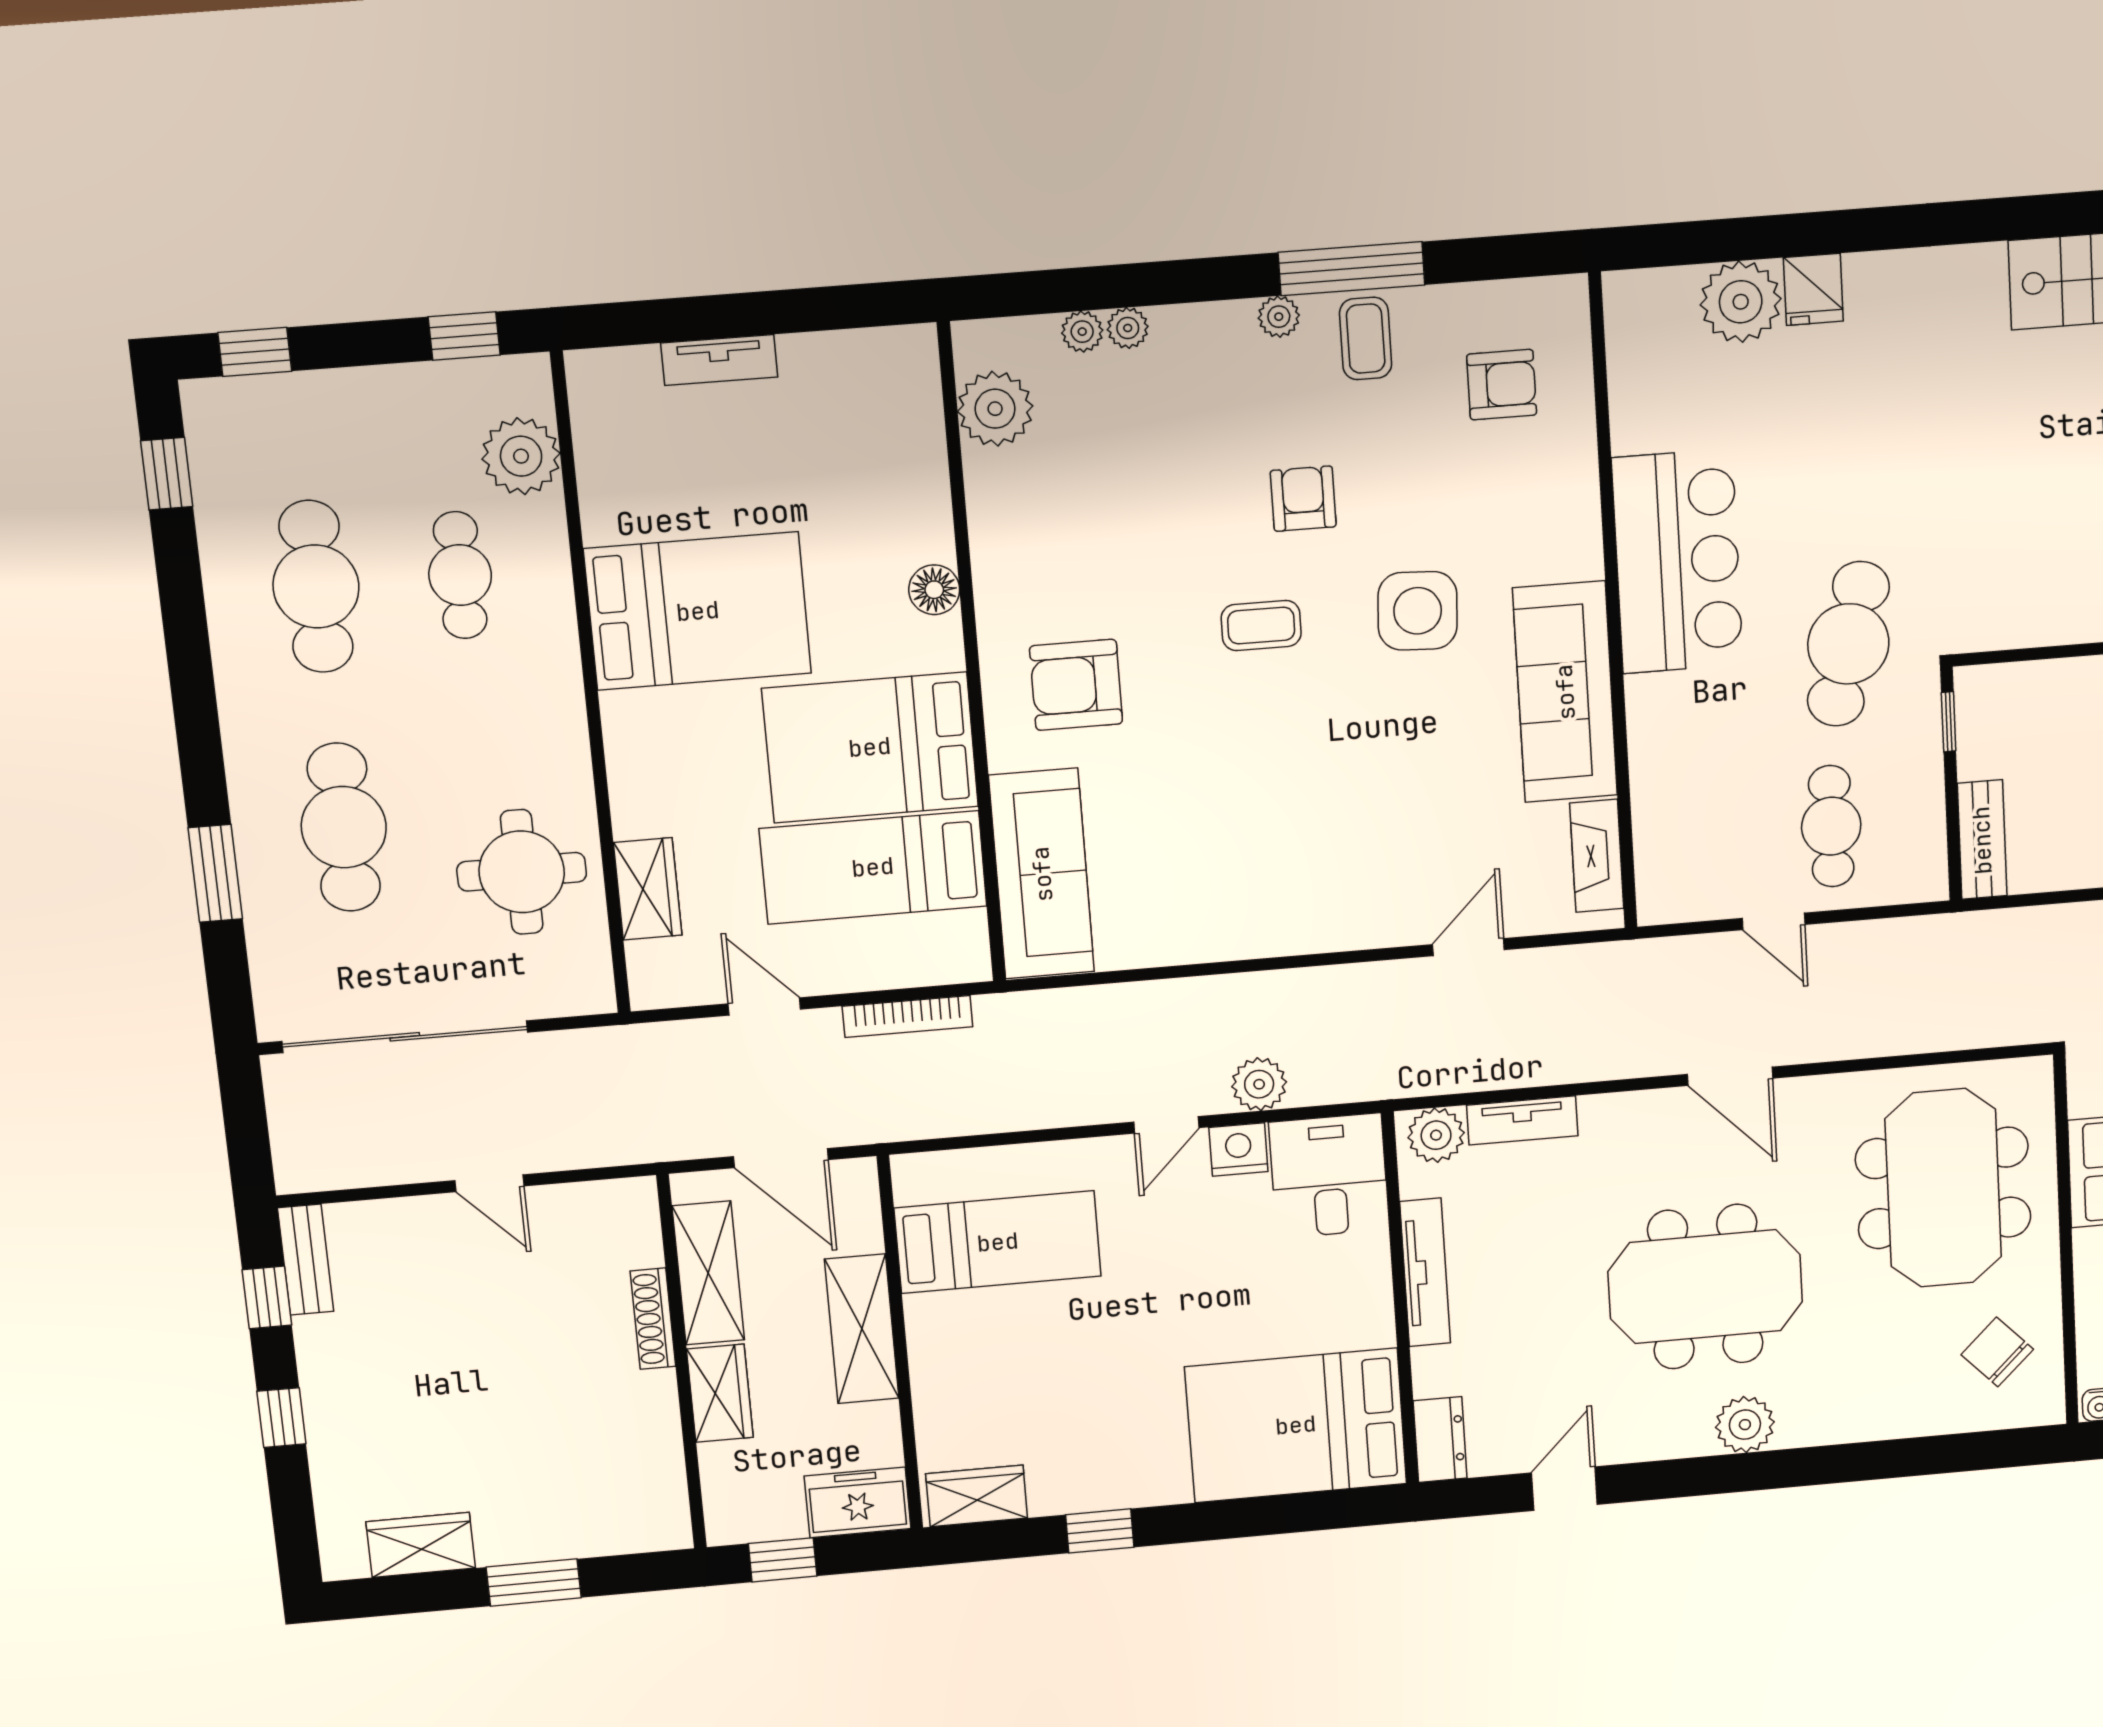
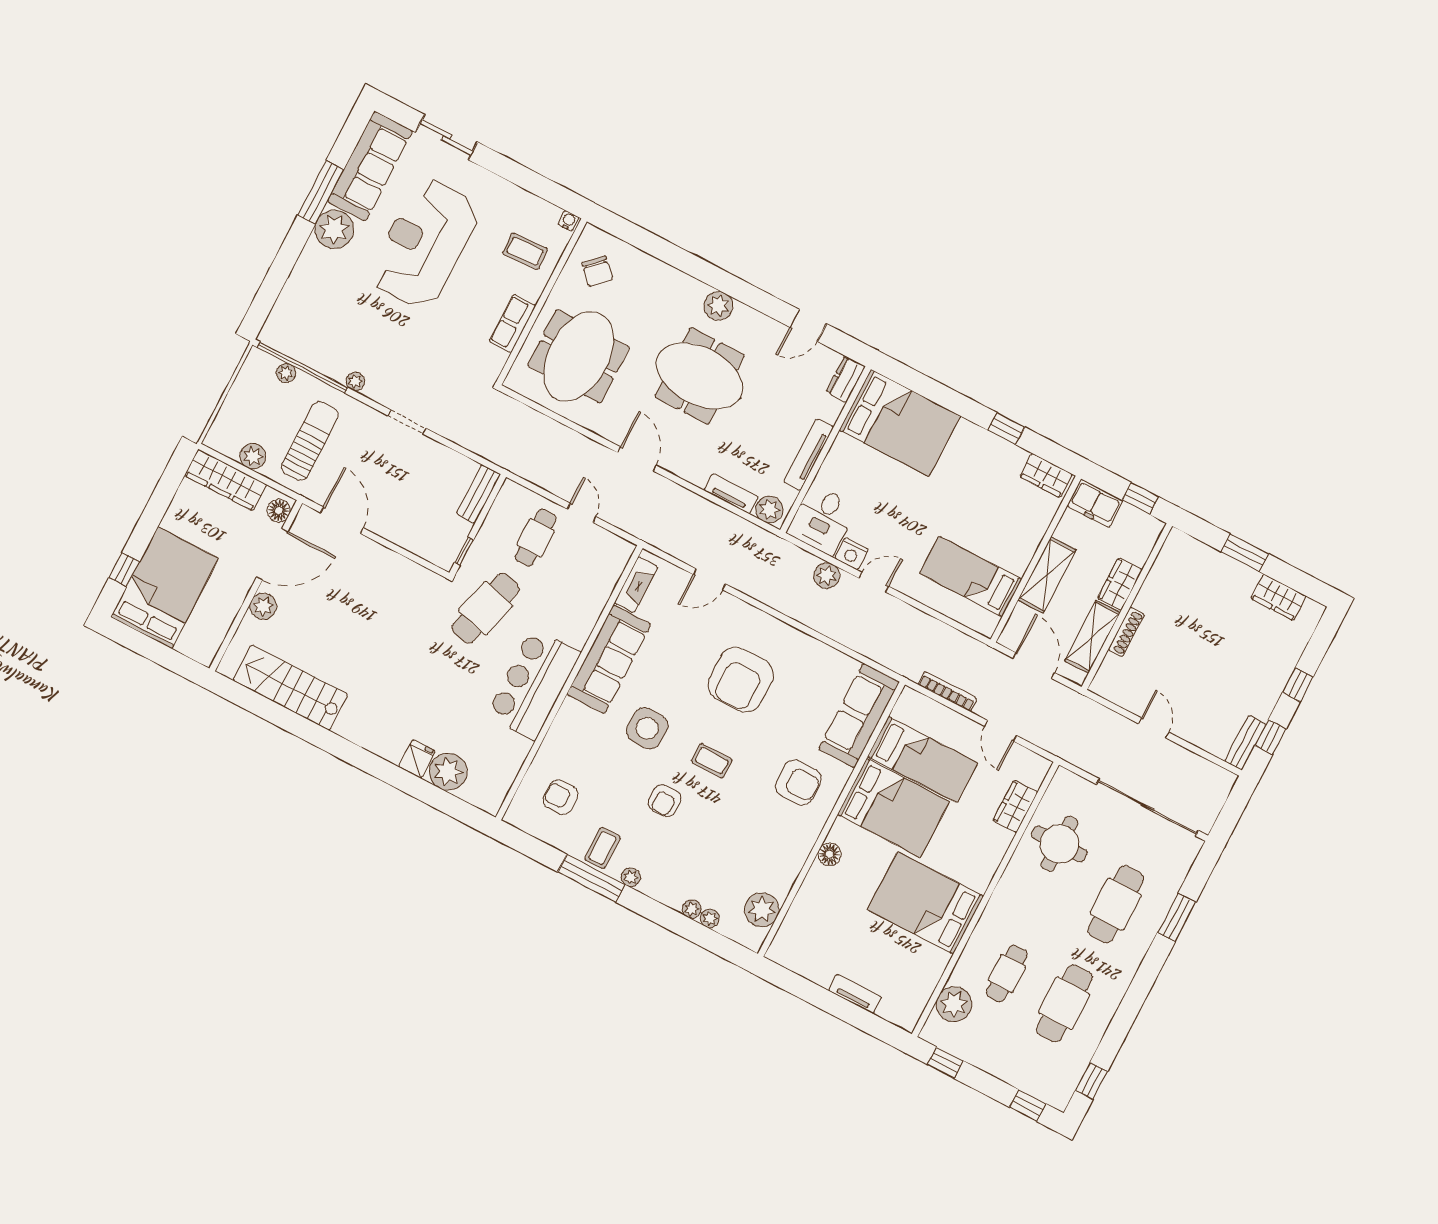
armchair: (1299, 805) -> (741, 680), added

